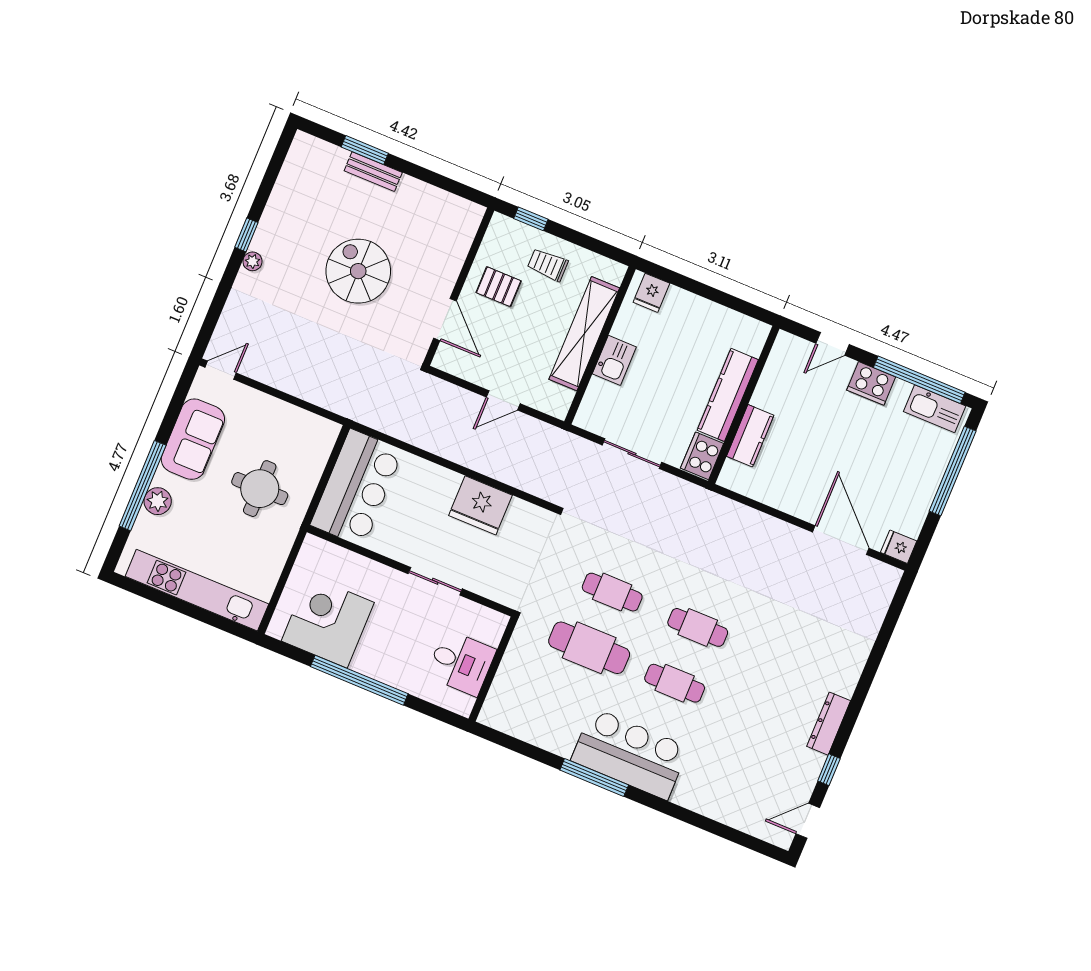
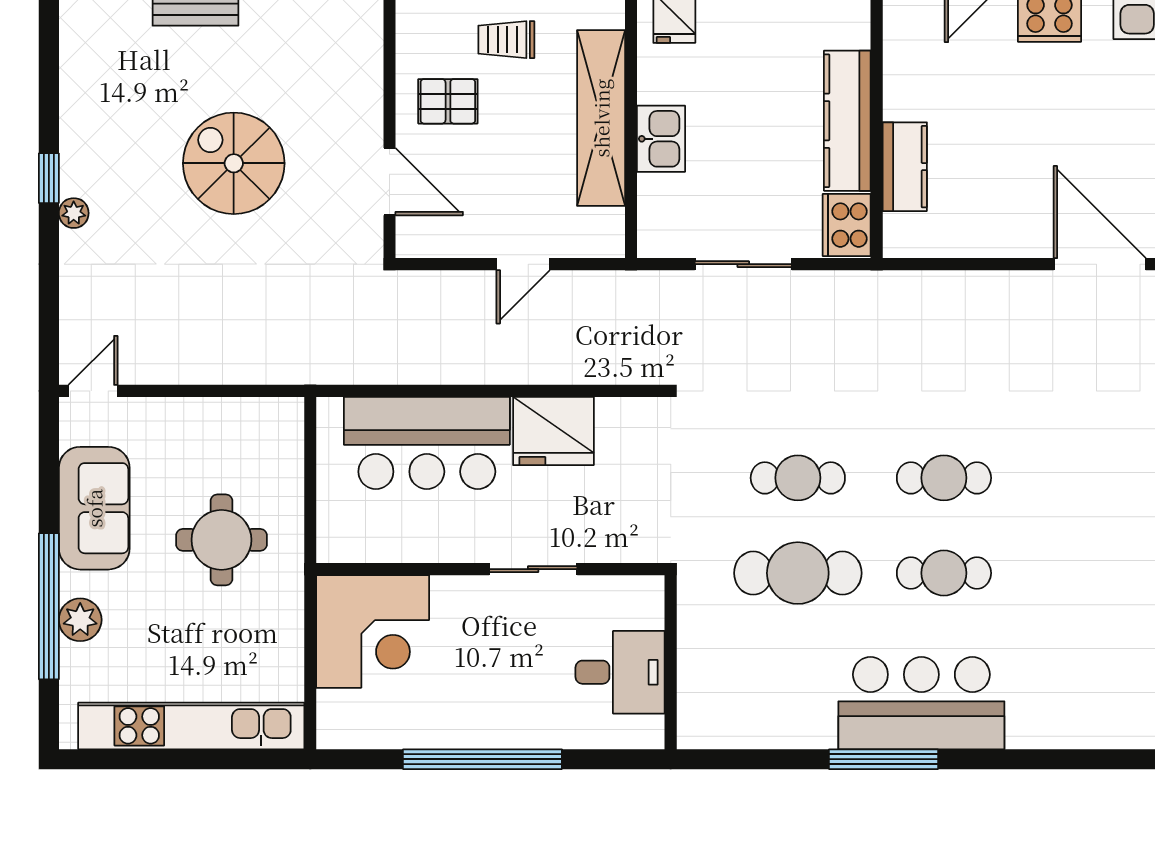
bar counter: (357, 488) -> (427, 443), moved, turned 90
corner desk: (328, 622) -> (373, 631), moved, turned 180

